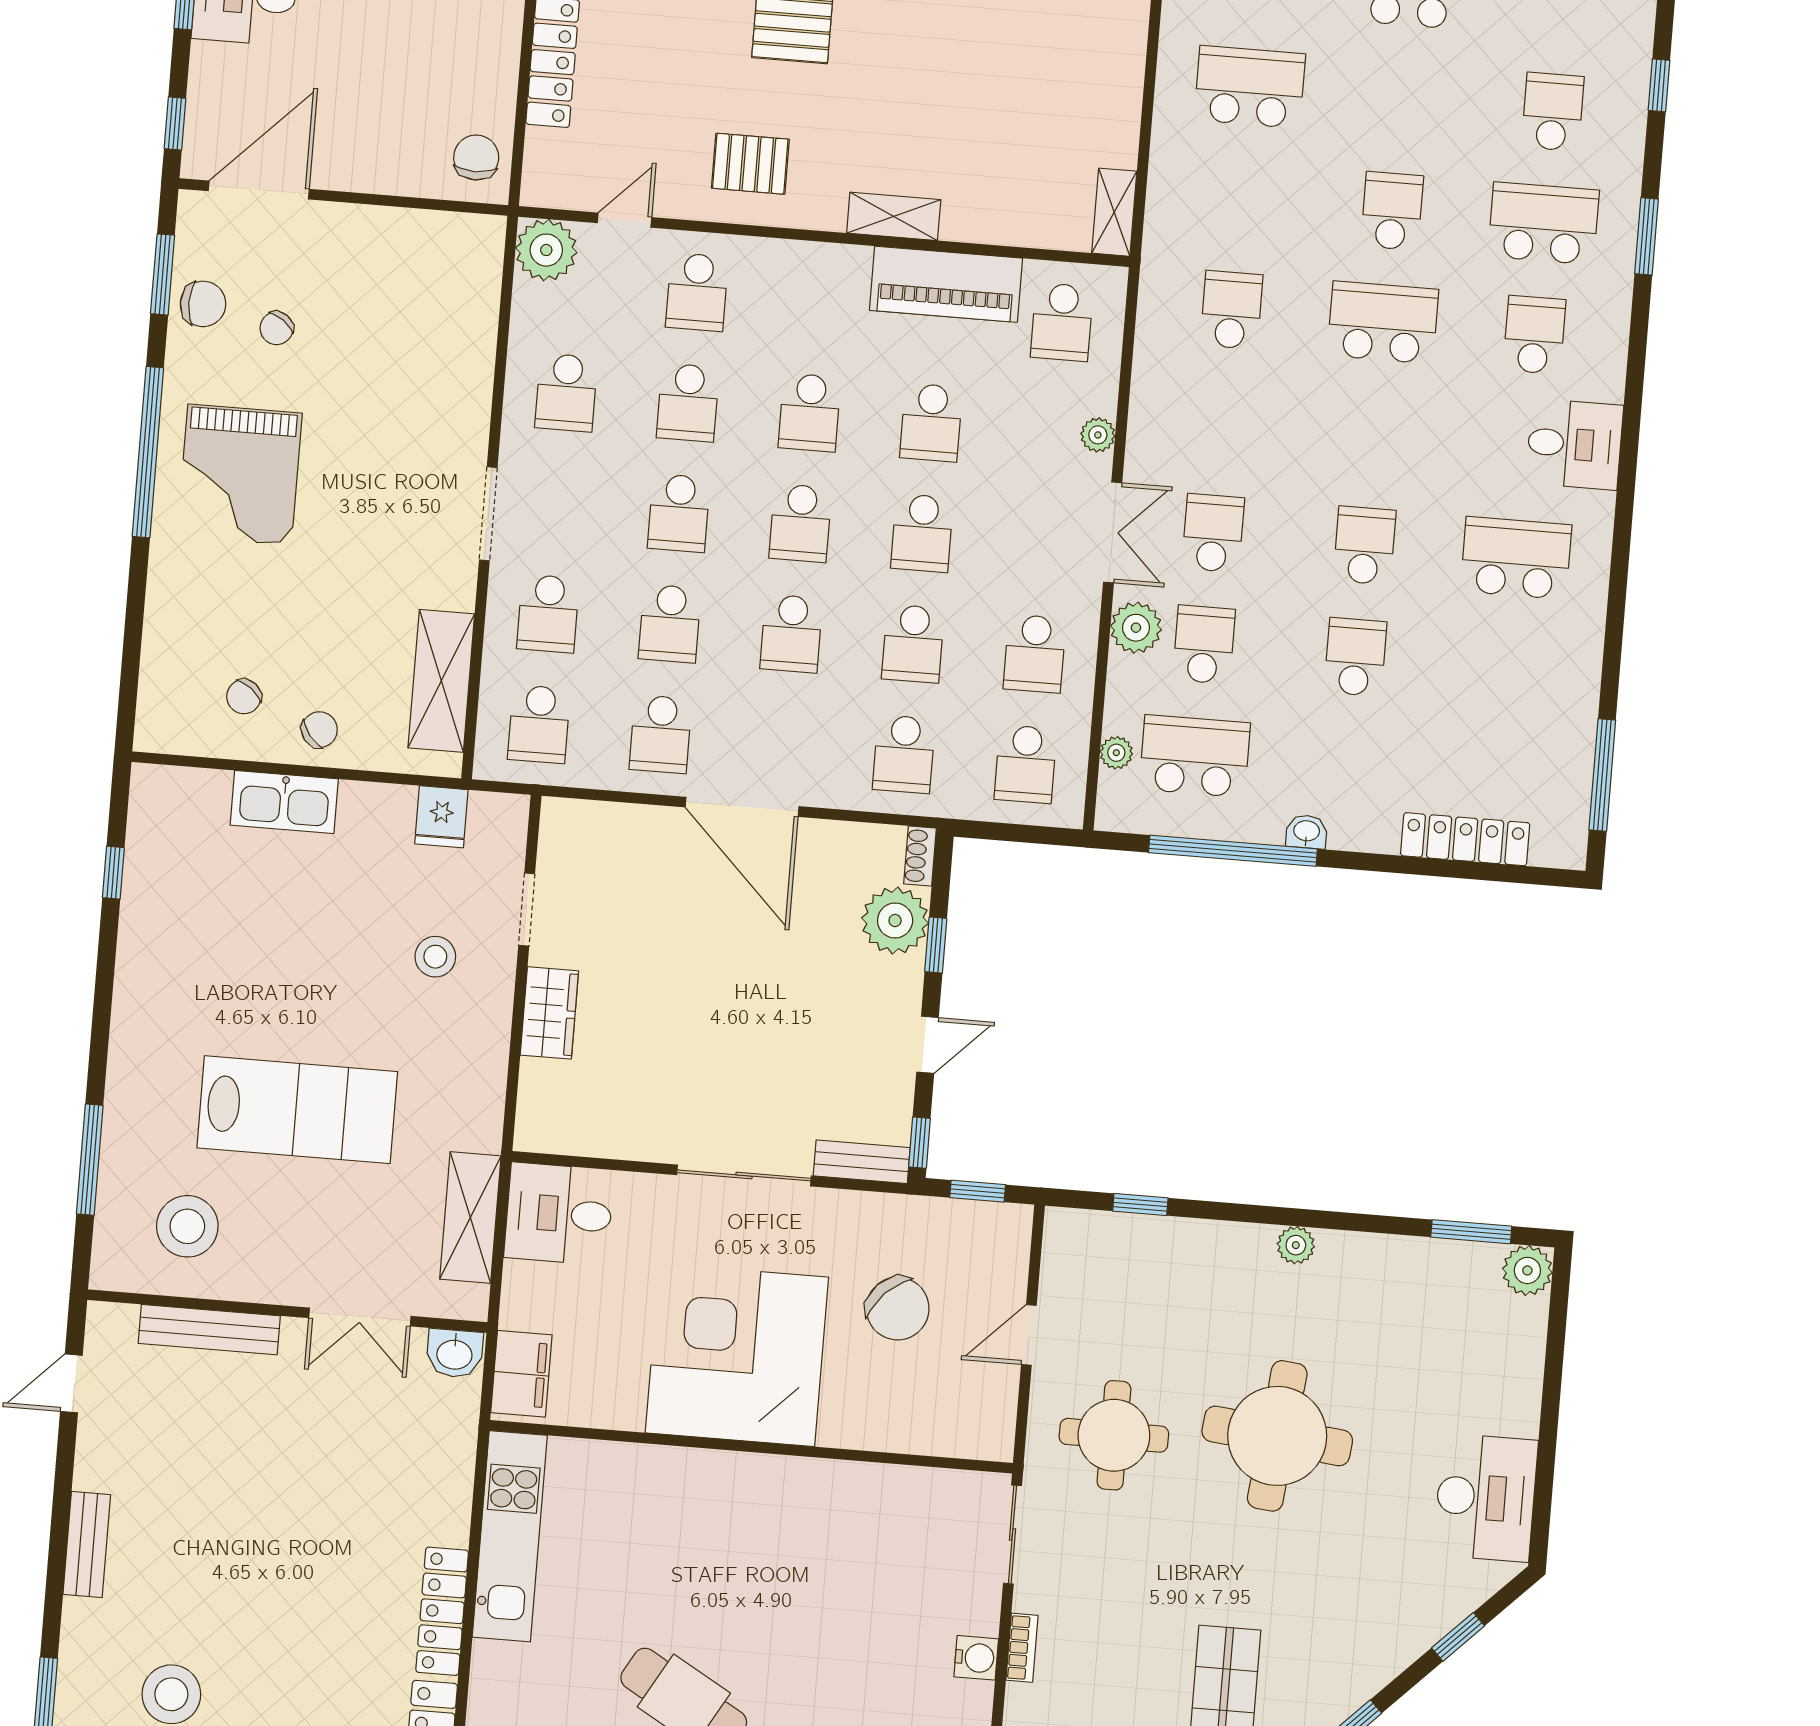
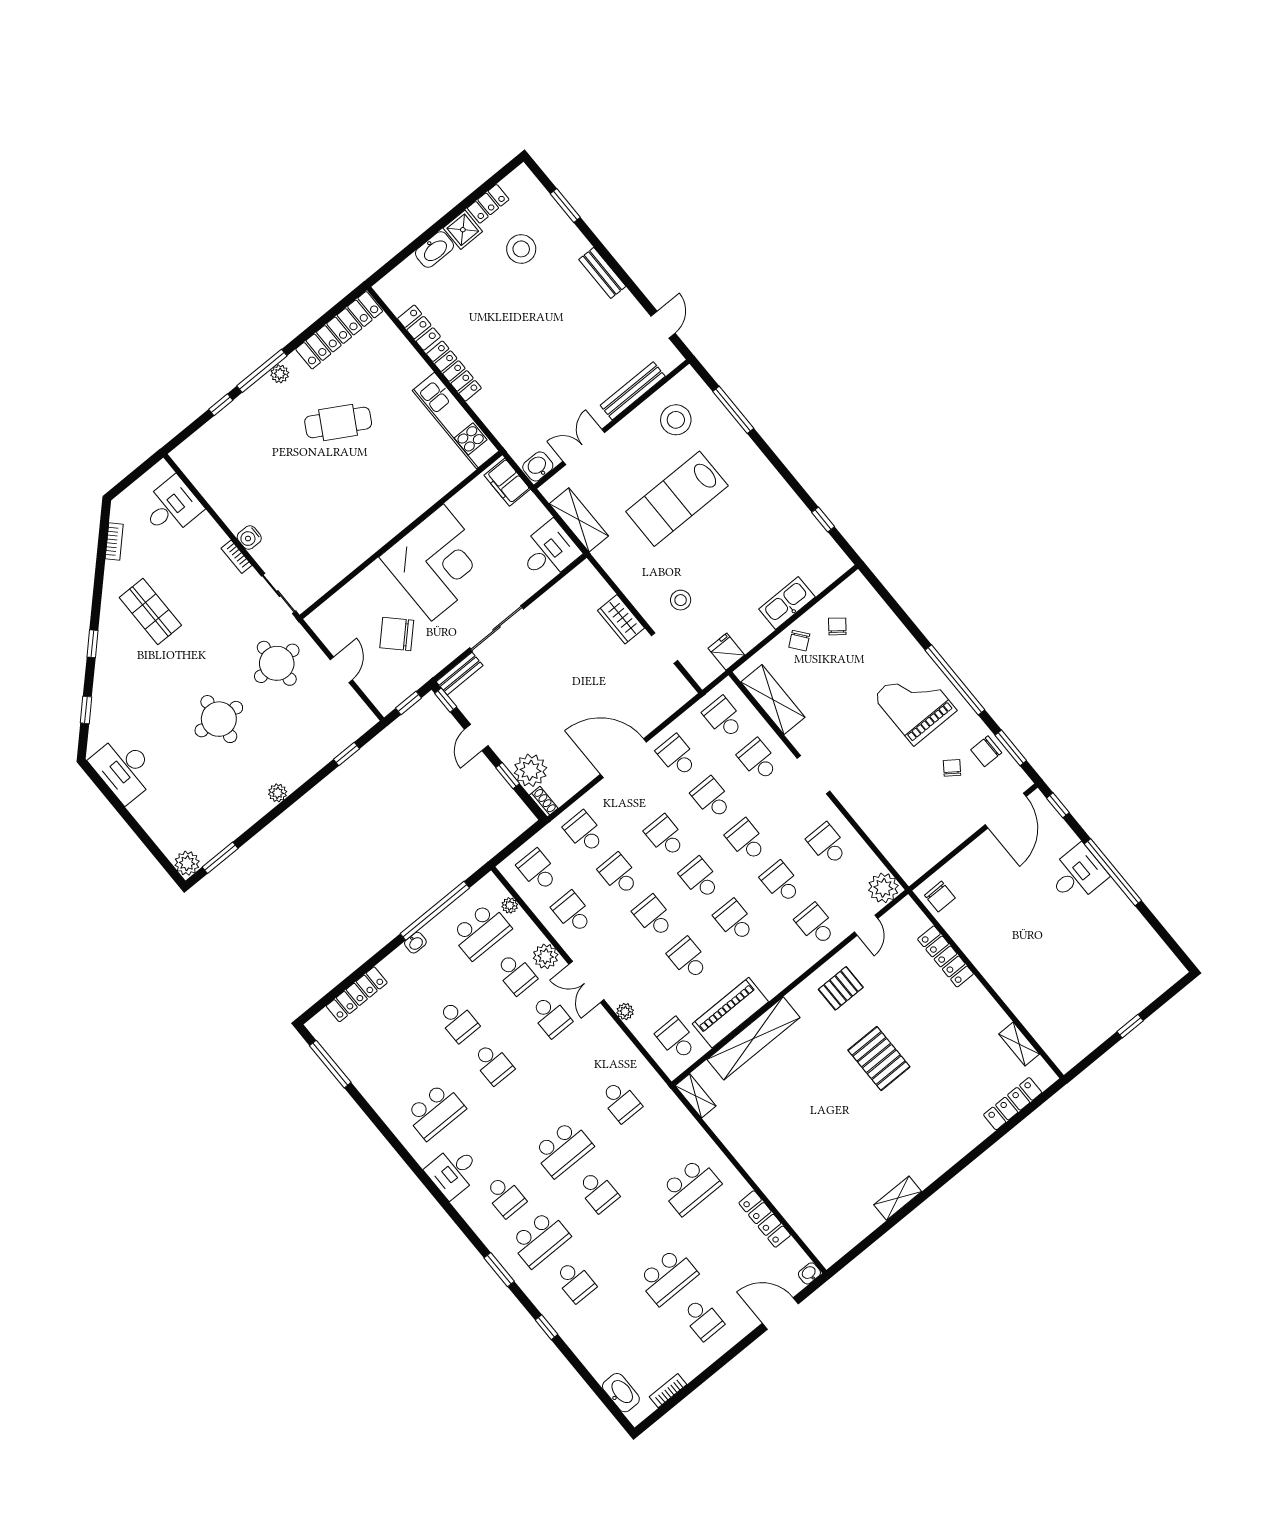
shelving: (894, 216) -> (753, 1038), width x2.20, depth x1.33
round table: (1277, 1436) -> (219, 719), width x0.73, depth x0.73

